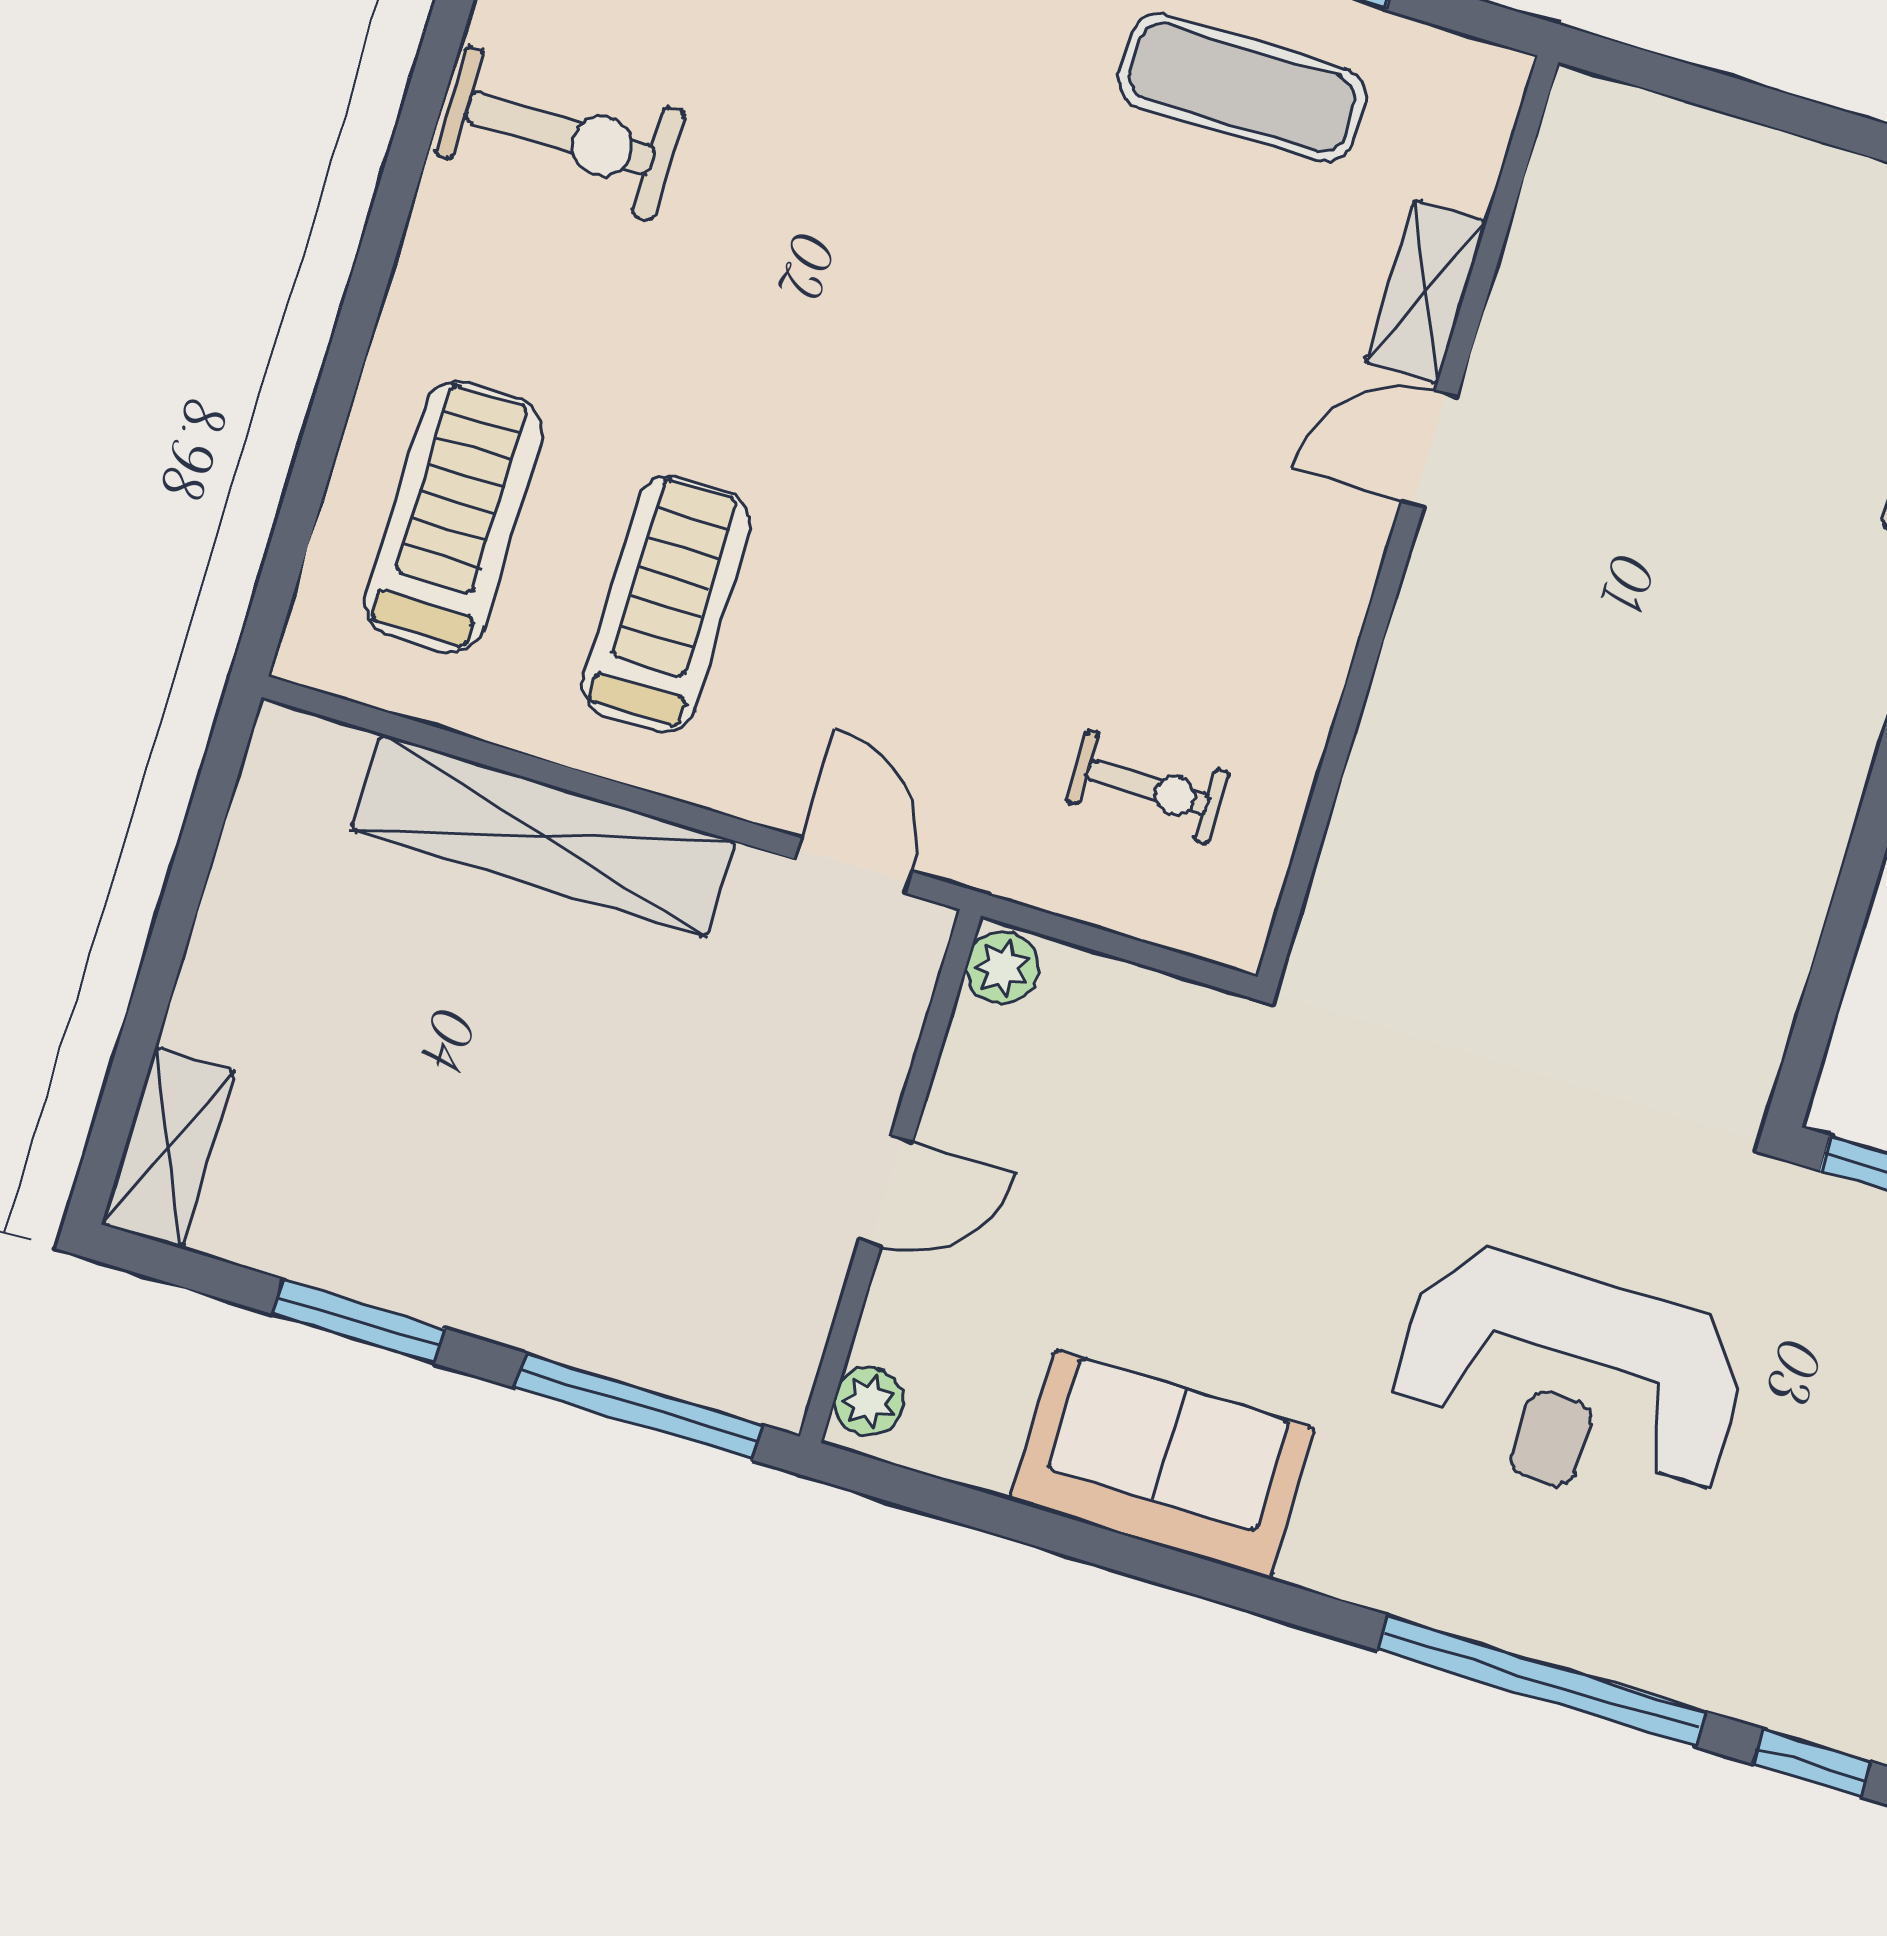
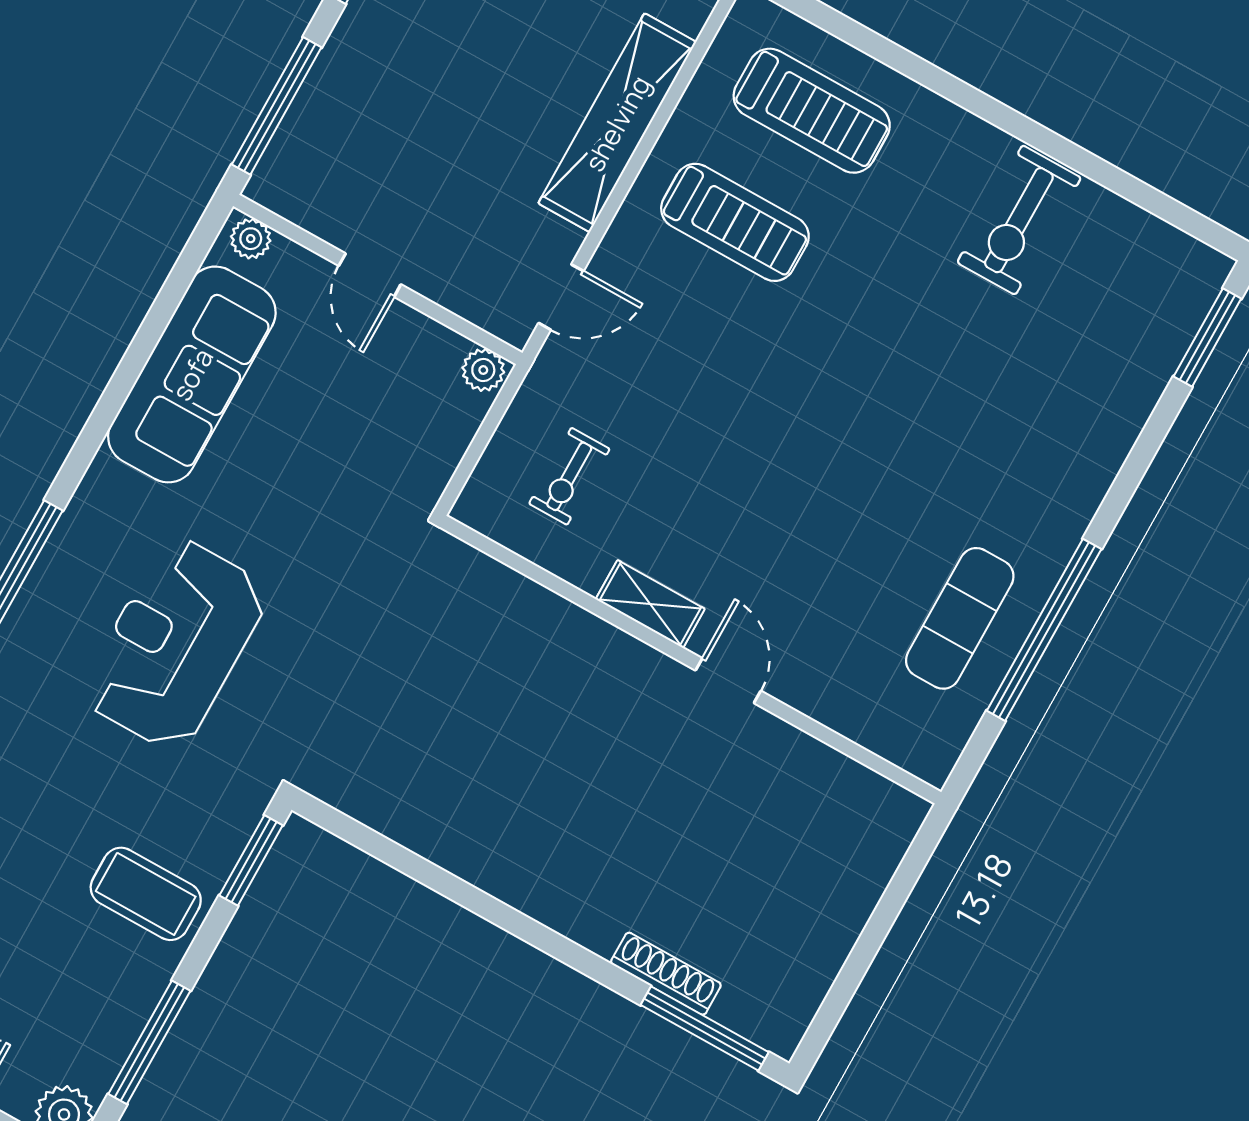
shelving: (1426, 292) -> (650, 604), moved
sofa: (1162, 1464) -> (192, 374), width x1.36

